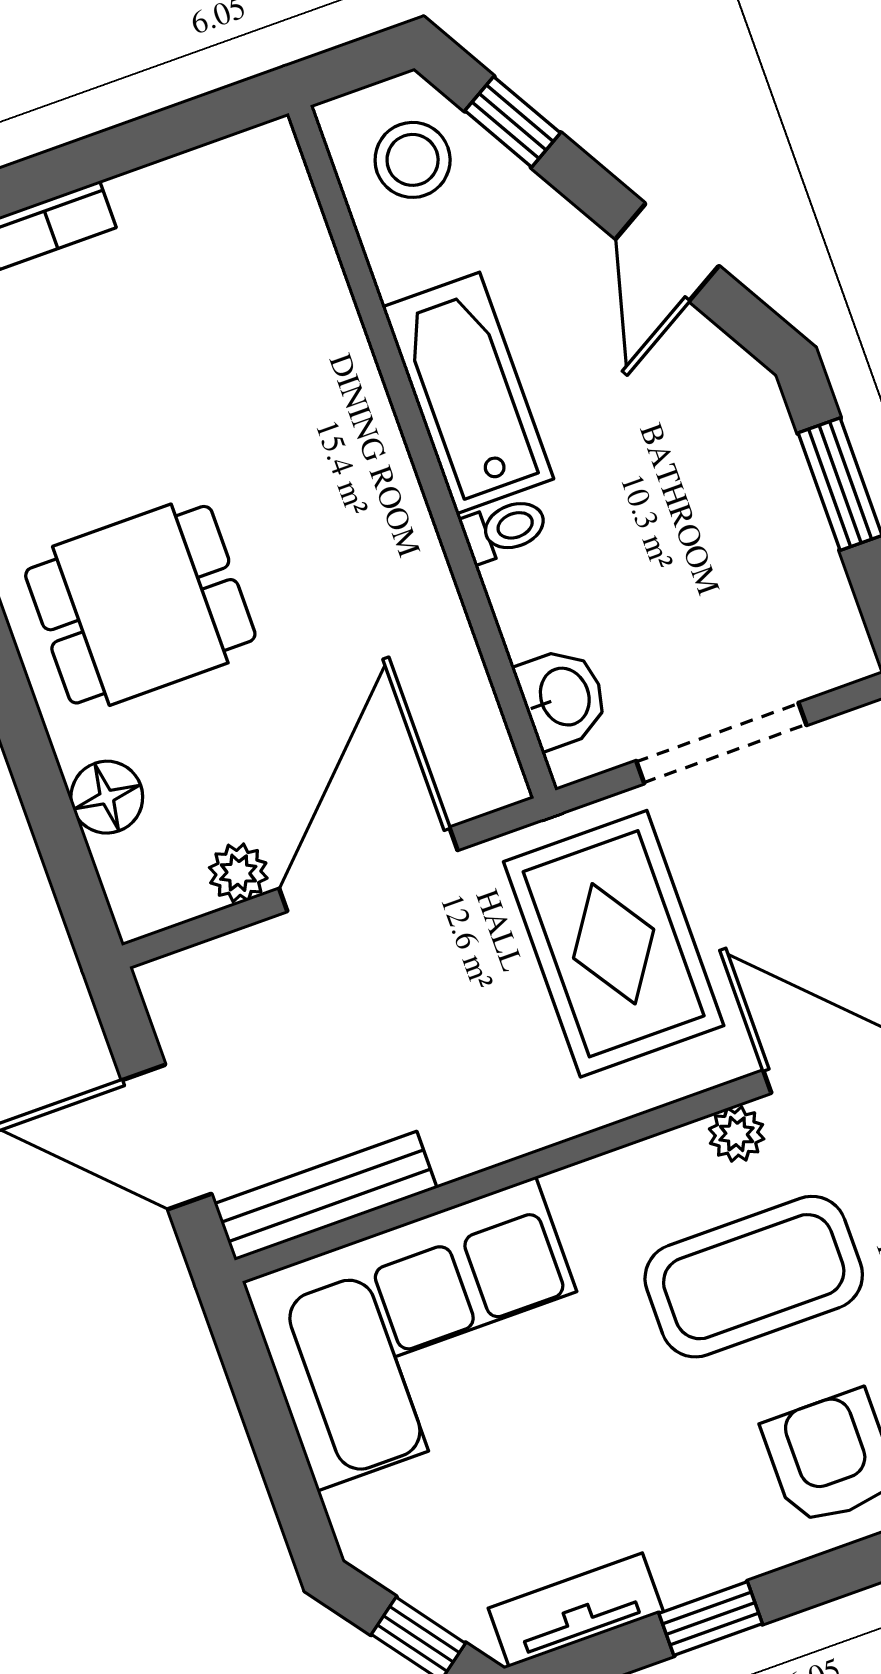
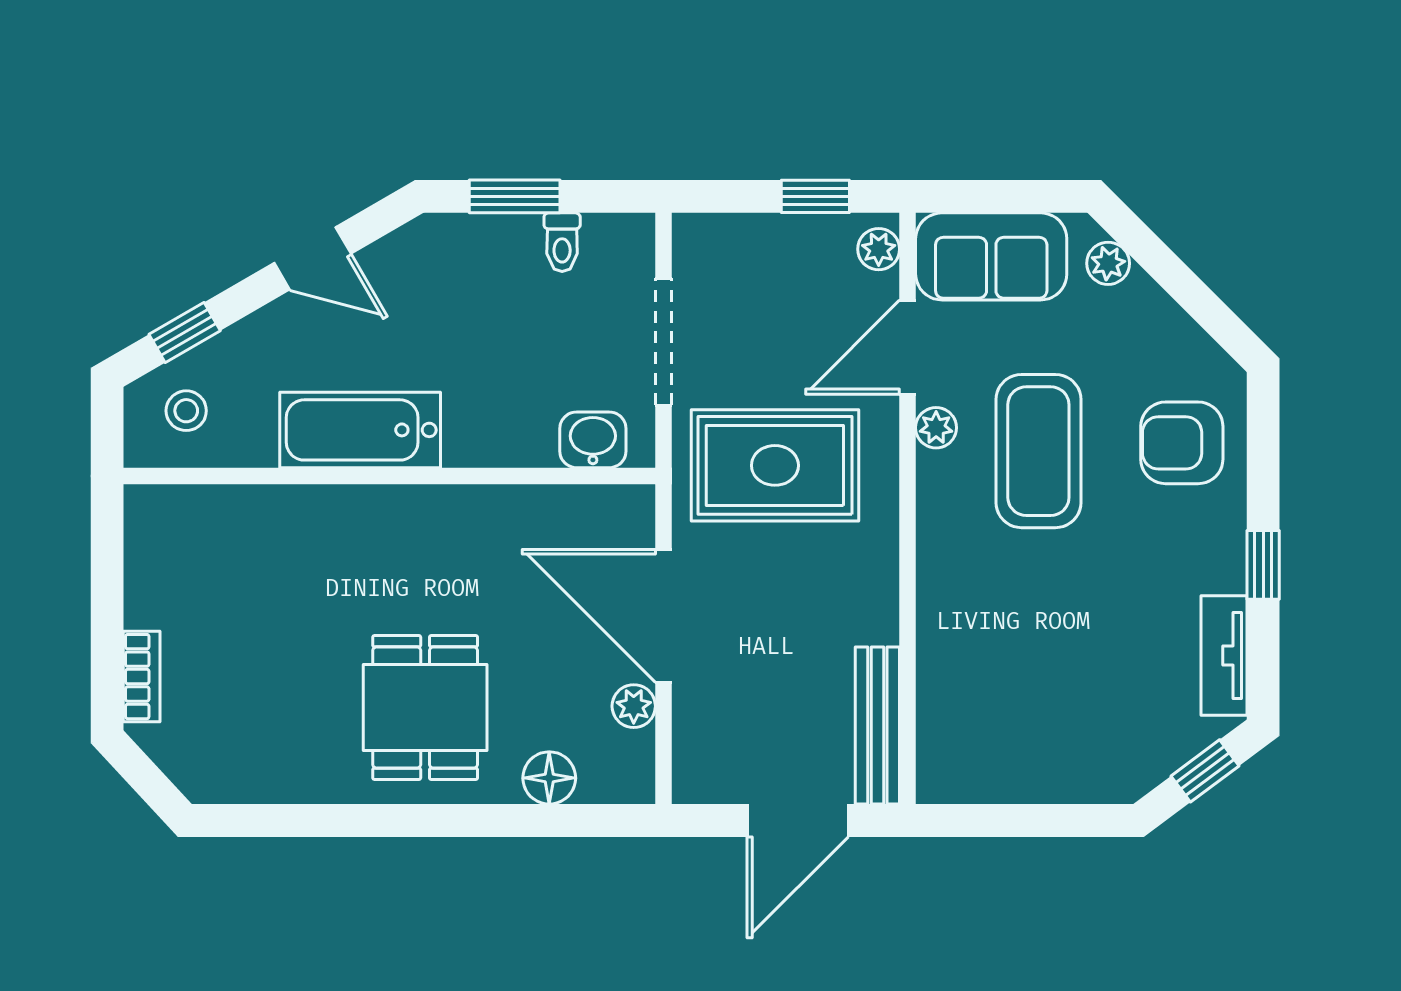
stool: (413, 160) -> (186, 411), width x0.73, depth x0.73
toilet: (504, 529) -> (562, 242), moved, turned 180
corner sofa: (426, 1334) -> (997, 690), removed

